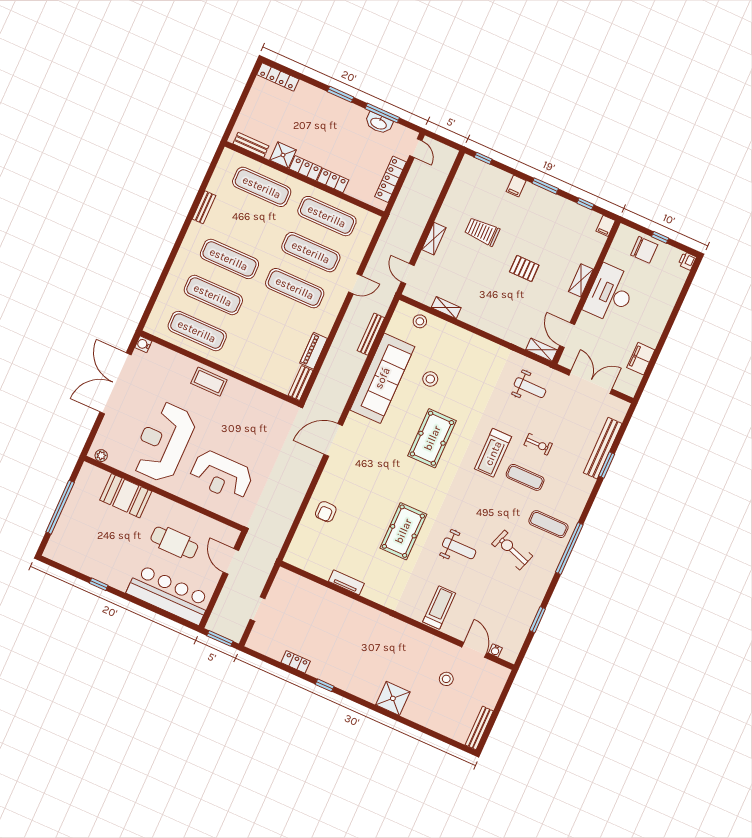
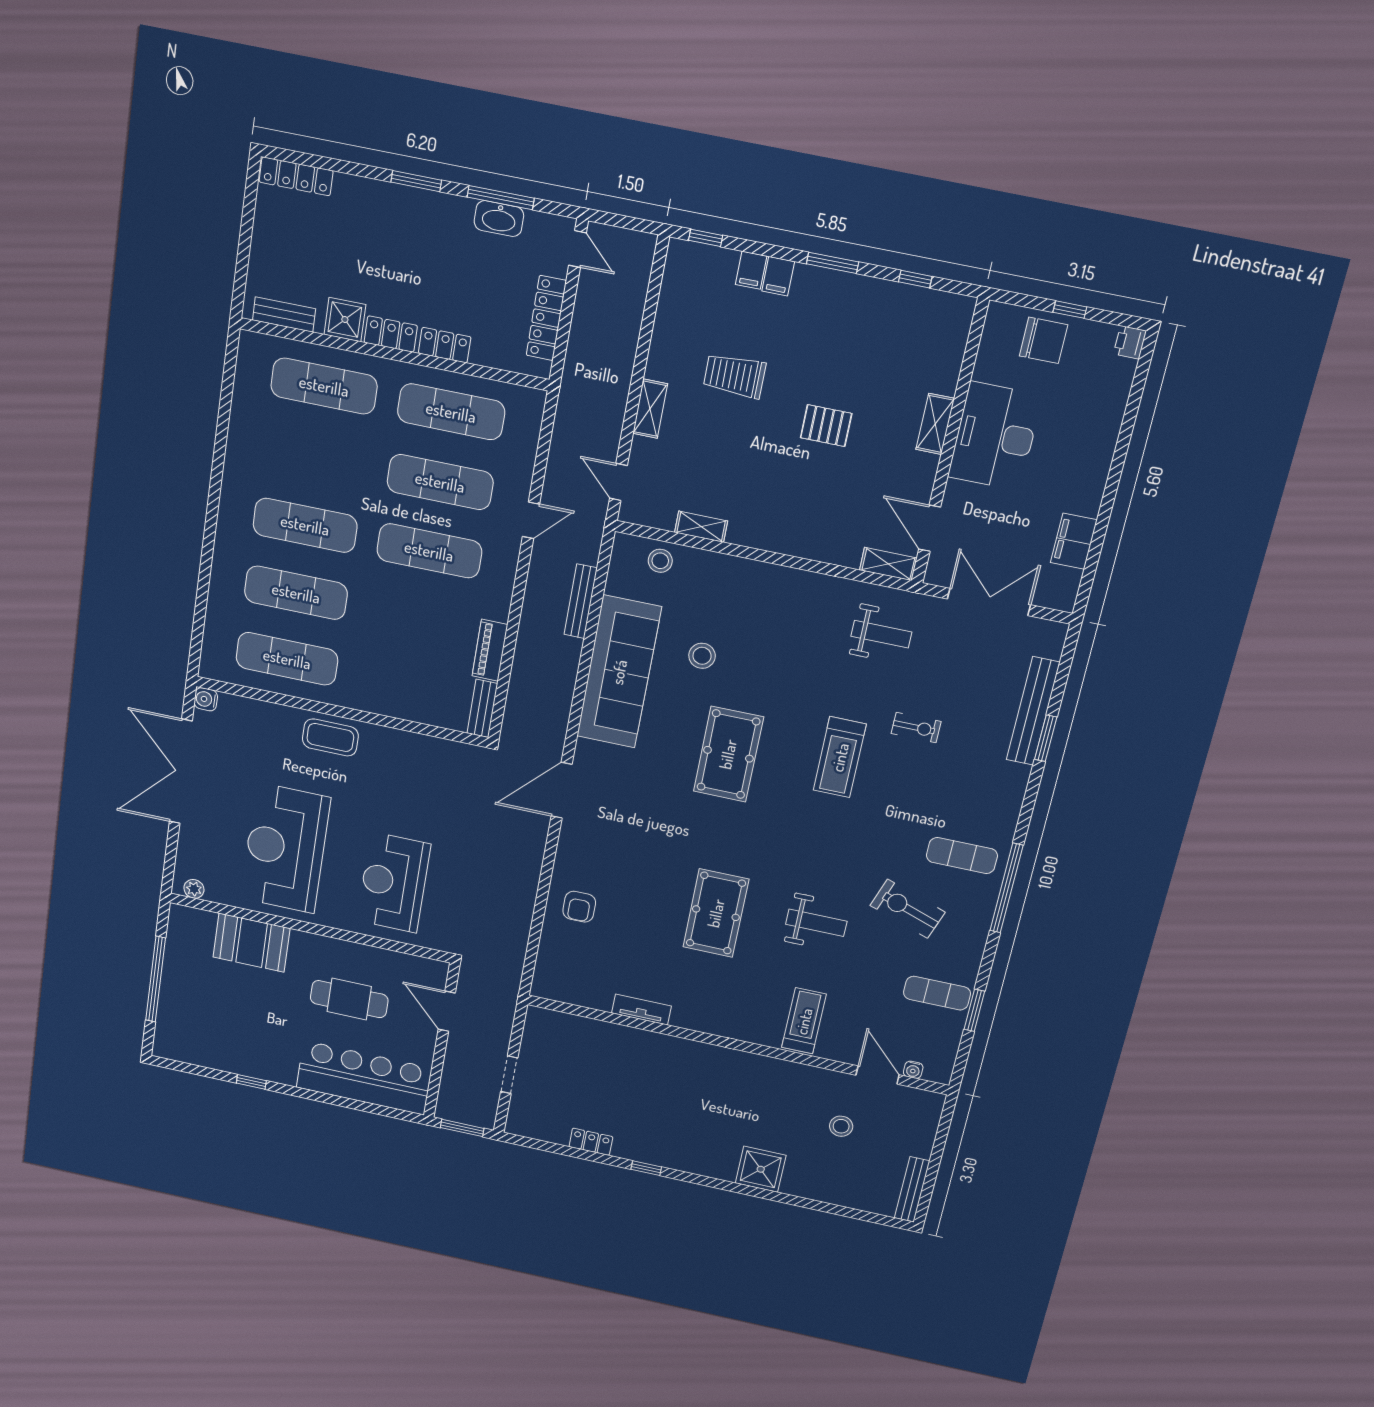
bench: (204, 207) -> (236, 445), removed
filing cabinet: (606, 226) -> (751, 270), moved
reception desk: (221, 475) -> (394, 883), turned 90
exercise mat: (525, 477) -> (937, 993), moved

